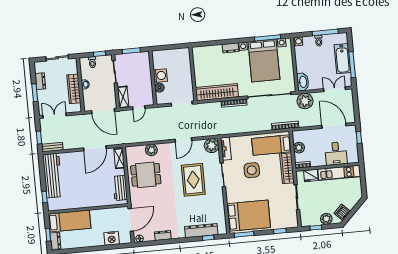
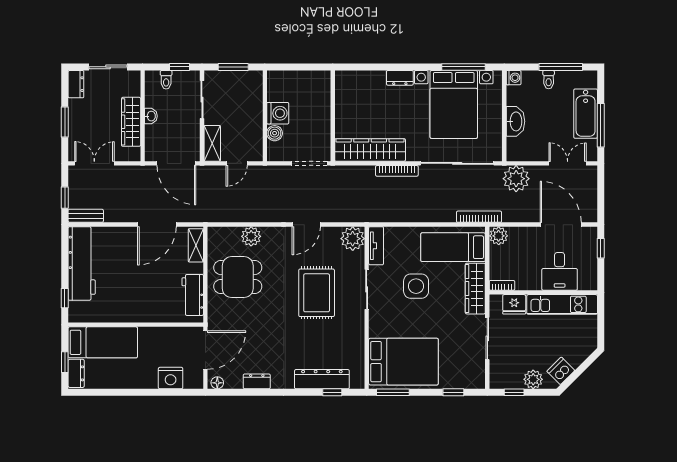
dresser: (40, 81) -> (76, 84), moved
washbasin: (303, 82) -> (515, 121), moved
plant: (299, 148) -> (499, 236), moved

